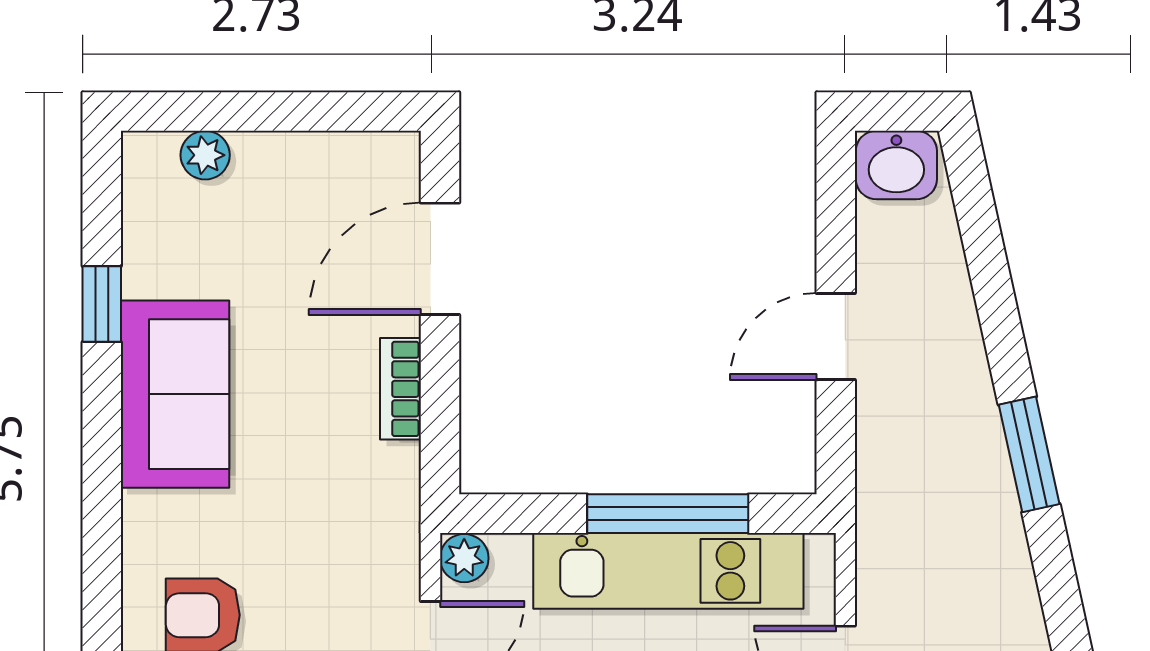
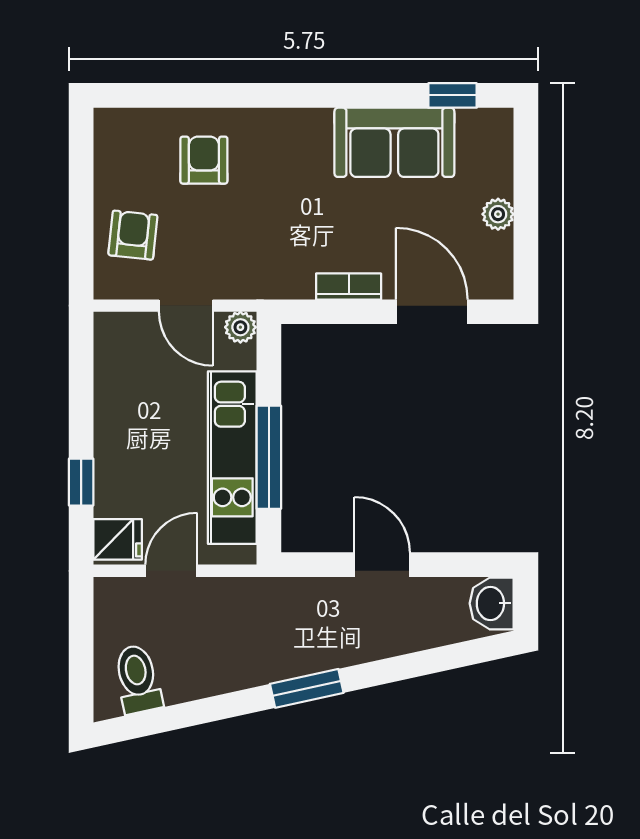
plant: (205, 155) -> (498, 214), moved
window: (102, 304) -> (452, 95), moved
sofa: (175, 394) -> (394, 142), moved

